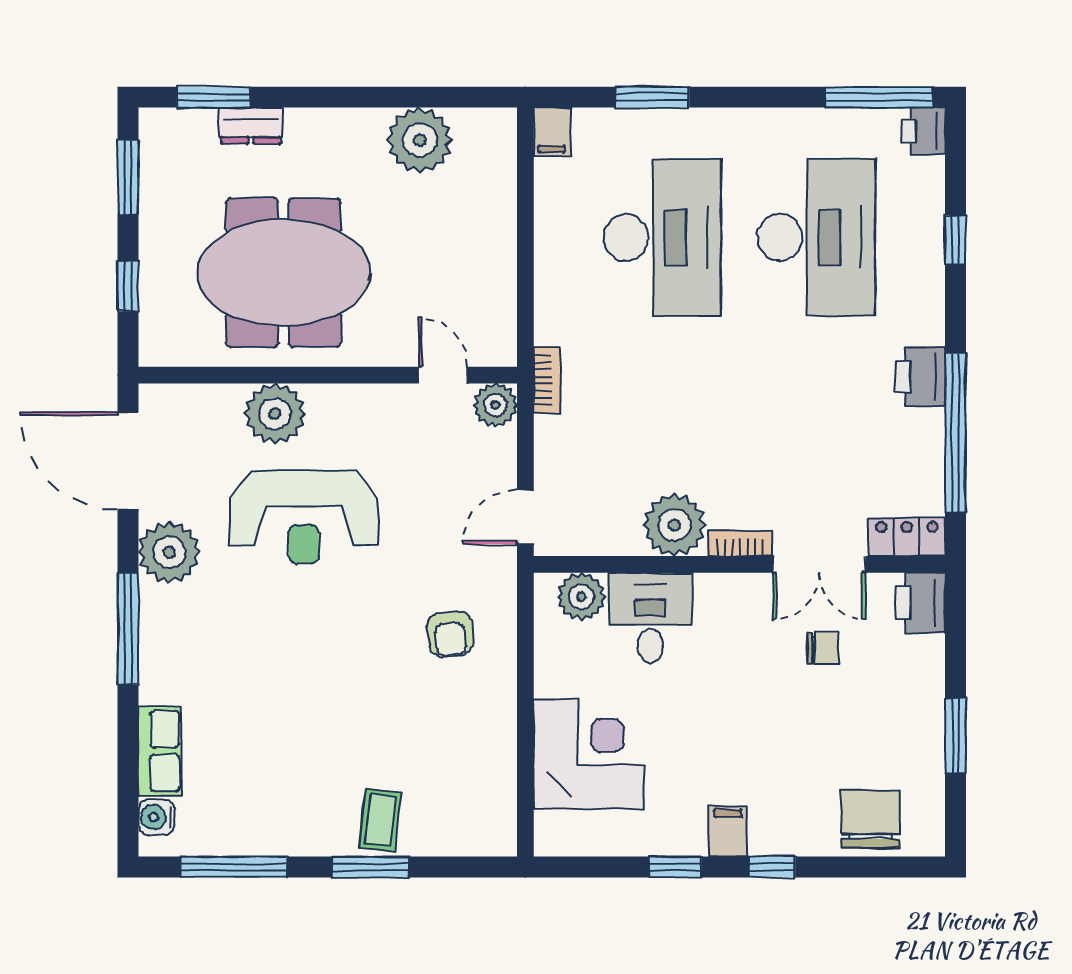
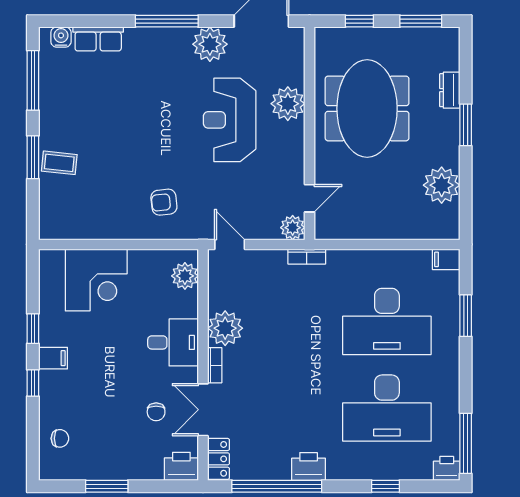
window: (214, 97) -> (466, 125), moved
desk: (650, 618) -> (173, 342), moved
chair: (870, 819) -> (60, 438), width x0.54, depth x0.54

